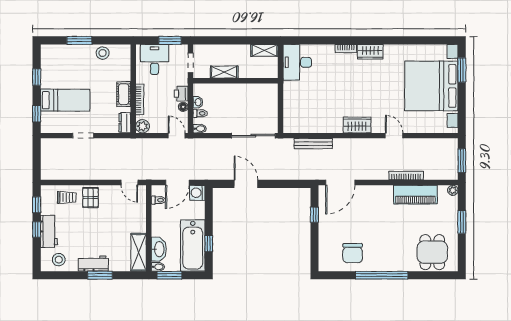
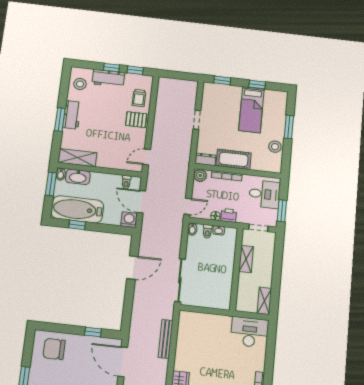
cot: (124, 94) -> (234, 159), width x1.37, depth x1.34
bed: (65, 100) -> (251, 110), moved
chair: (353, 253) -> (54, 349), moved

